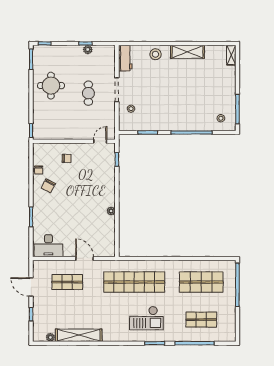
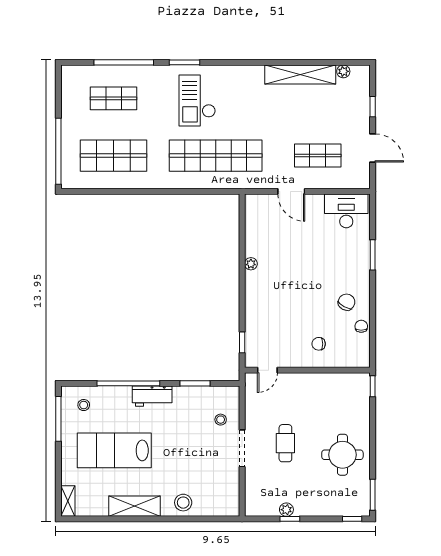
workbench: (125, 58) -> (152, 396), moved, turned -90
lab bench: (201, 88) -> (114, 450), added
checkout: (146, 318) -> (197, 101), turned -90

